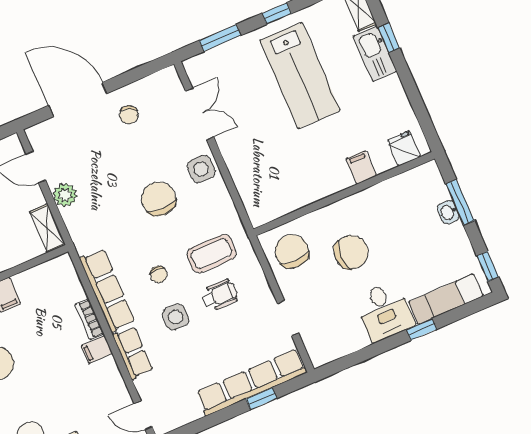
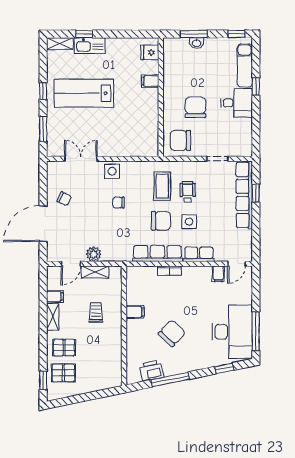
lab bench: (300, 76) -> (84, 93), turned 180
chair: (159, 199) -> (119, 202), width x0.54, depth x0.54
shelving: (48, 228) -> (95, 272), moved
chair: (159, 274) -> (161, 221), width x1.87, depth x1.87
filing cabinet: (97, 350) -> (218, 274), moved

